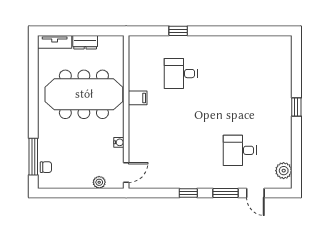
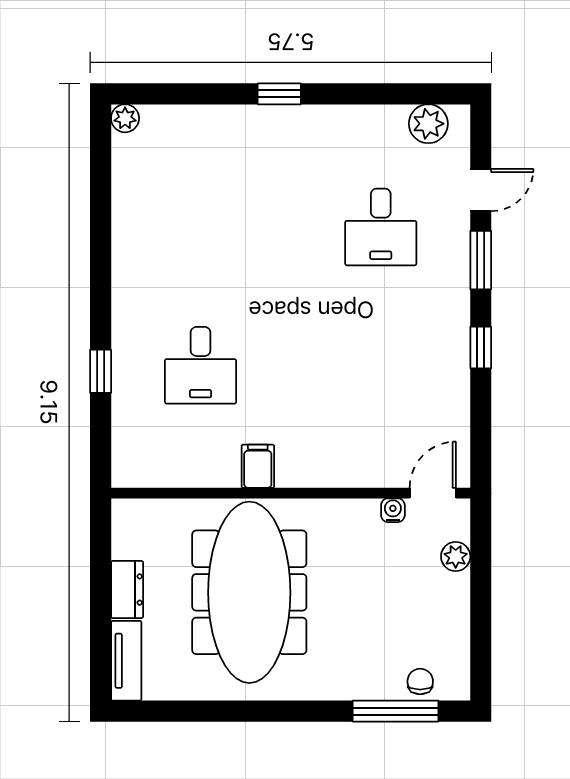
plant: (286, 41) -> (125, 118), added
water cooler: (119, 142) -> (393, 510), moved
door: (126, 172) -> (433, 493), hinge flipped

